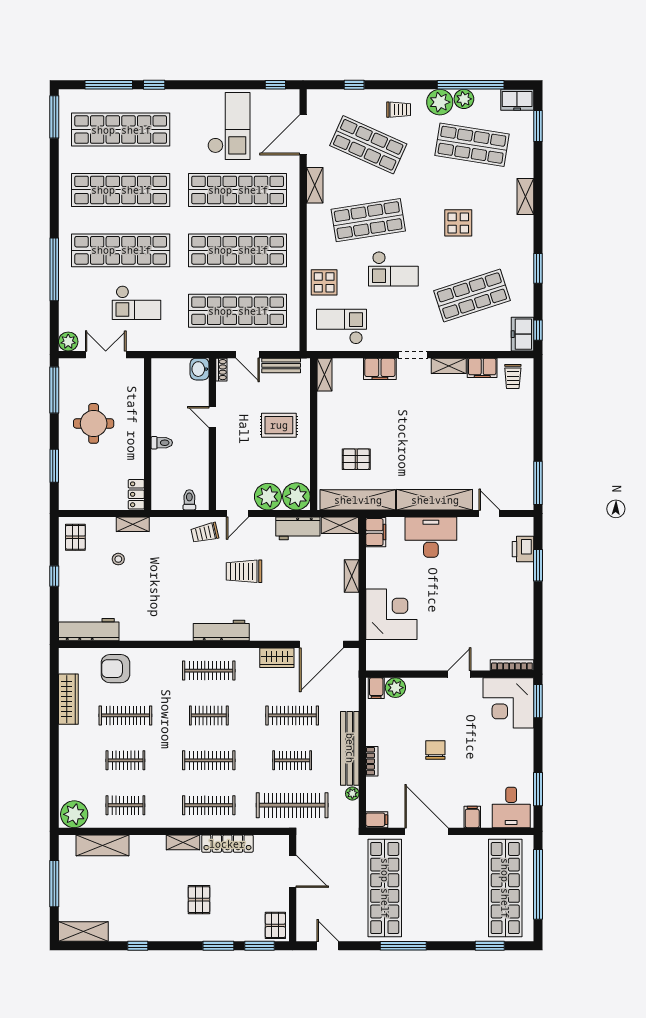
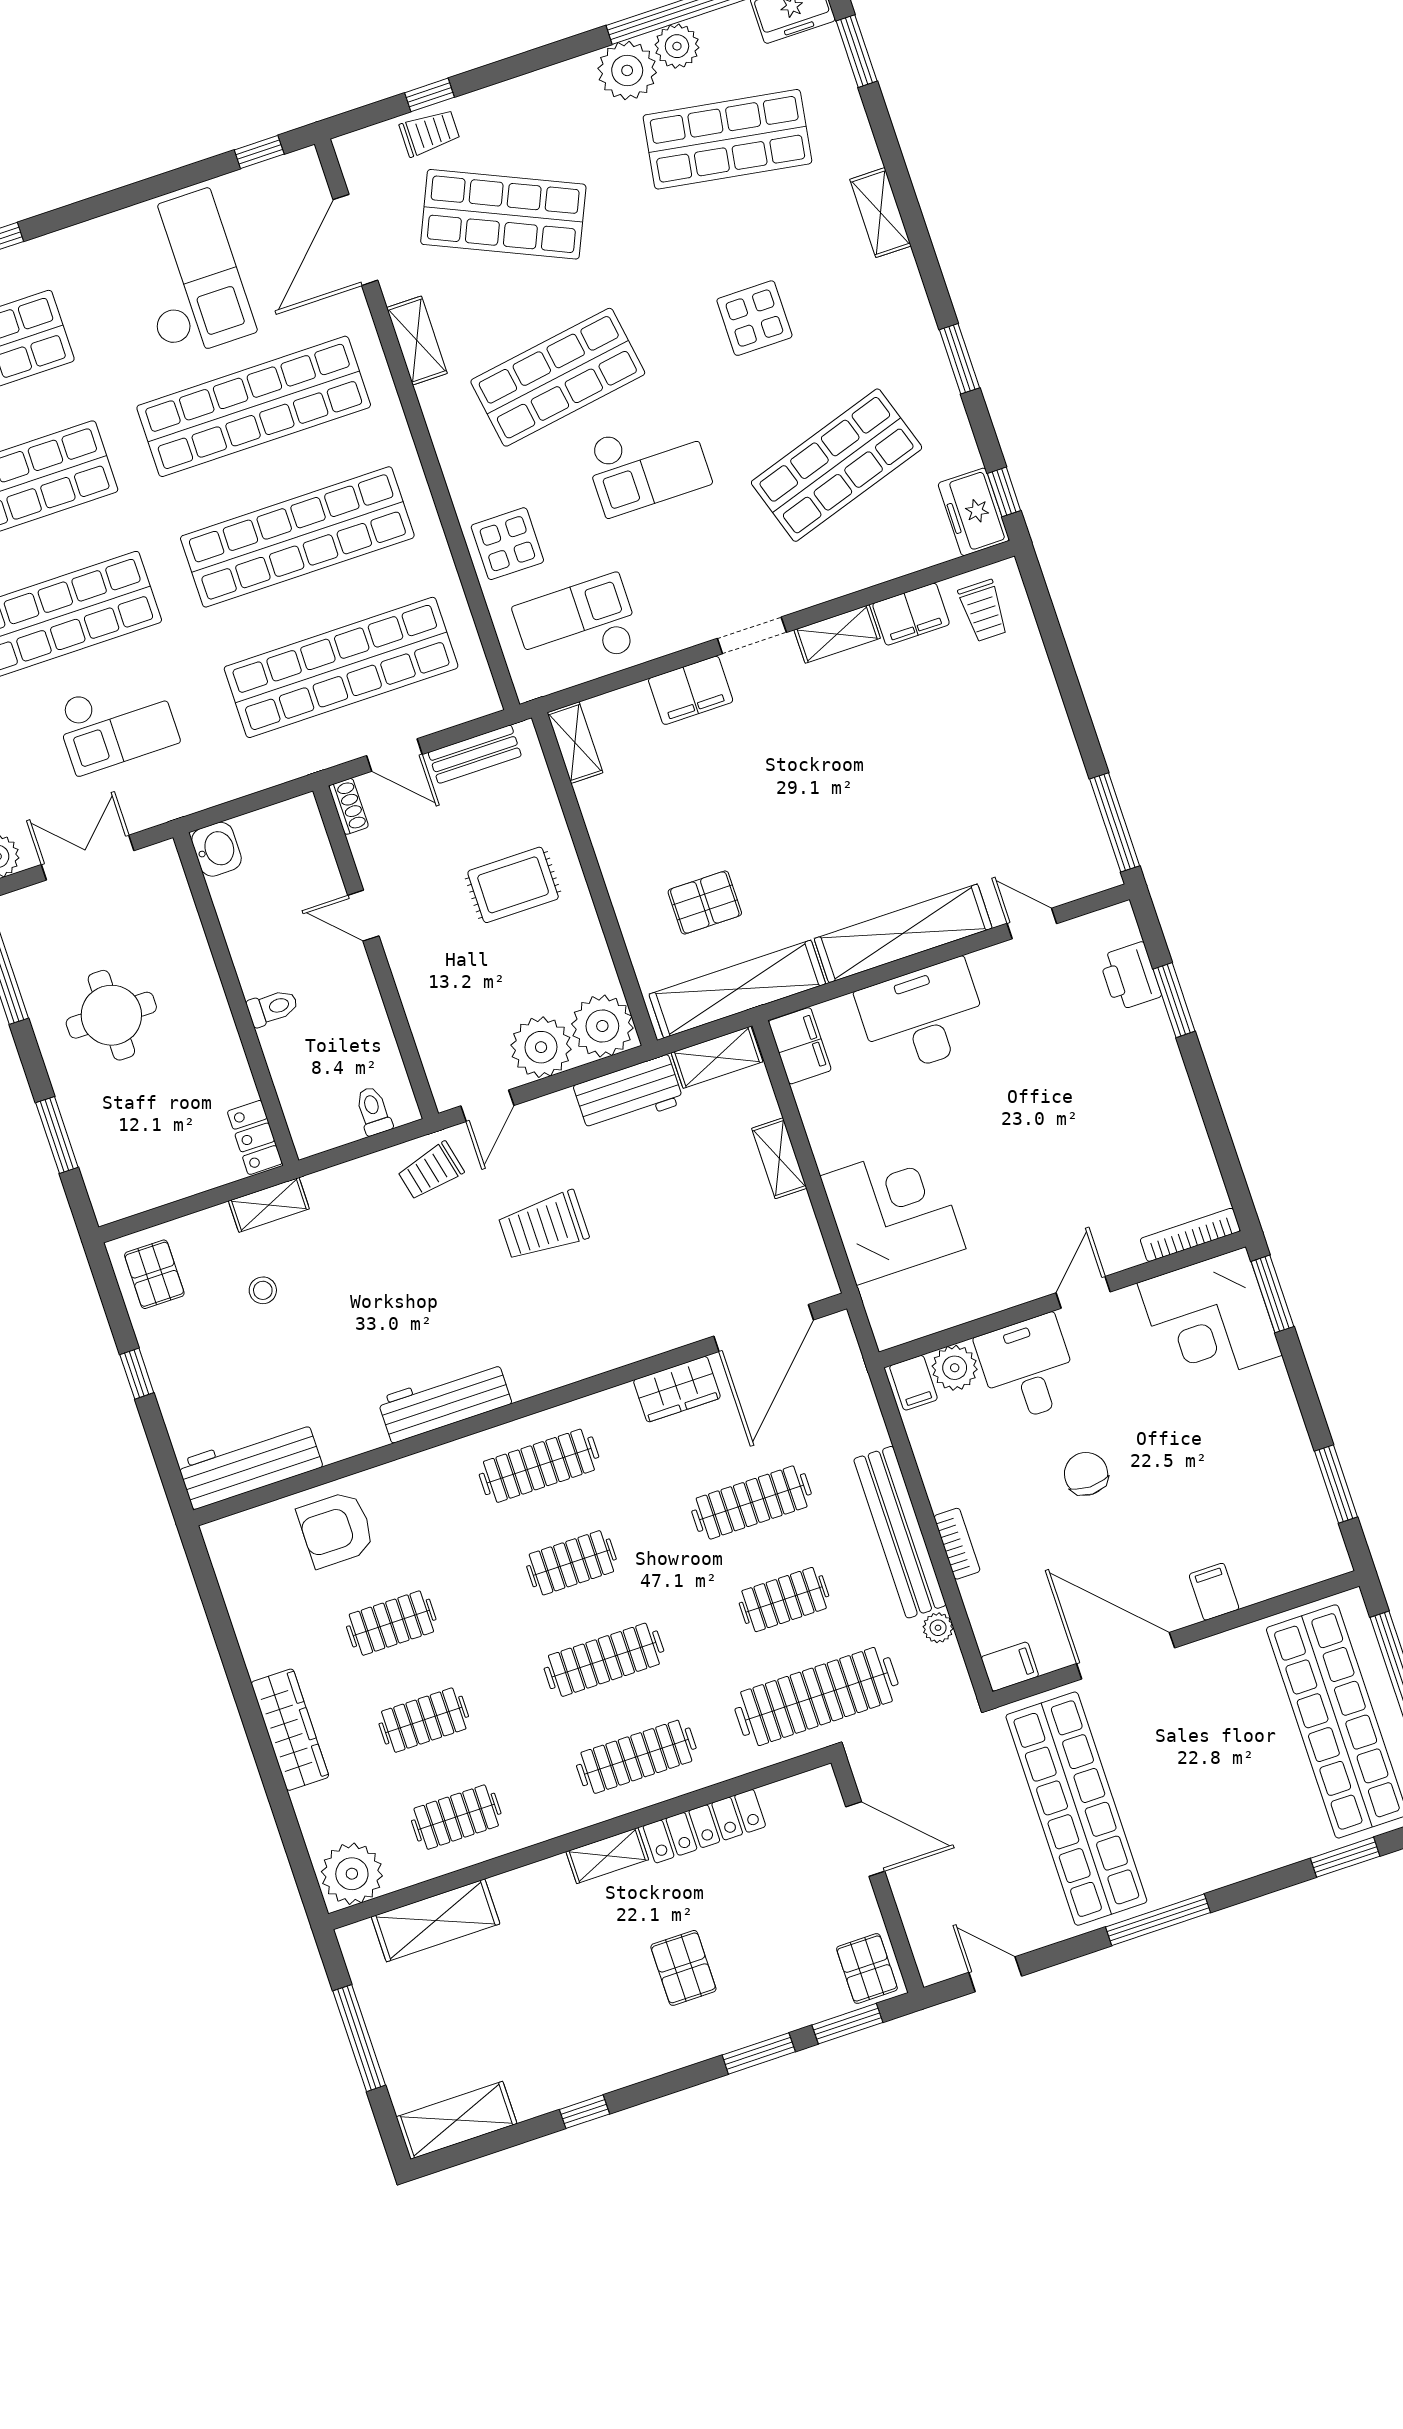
trolley: (399, 110) -> (430, 133), moved
washbasin: (200, 369) -> (217, 849), moved, turned 180
workbench: (221, 630) -> (445, 1401), moved
wardrobe: (68, 699) -> (290, 1730), moved
clothes rail: (125, 715) -> (391, 1623), width x0.73
desk: (511, 807) -> (1028, 1368), moved, turned 180

